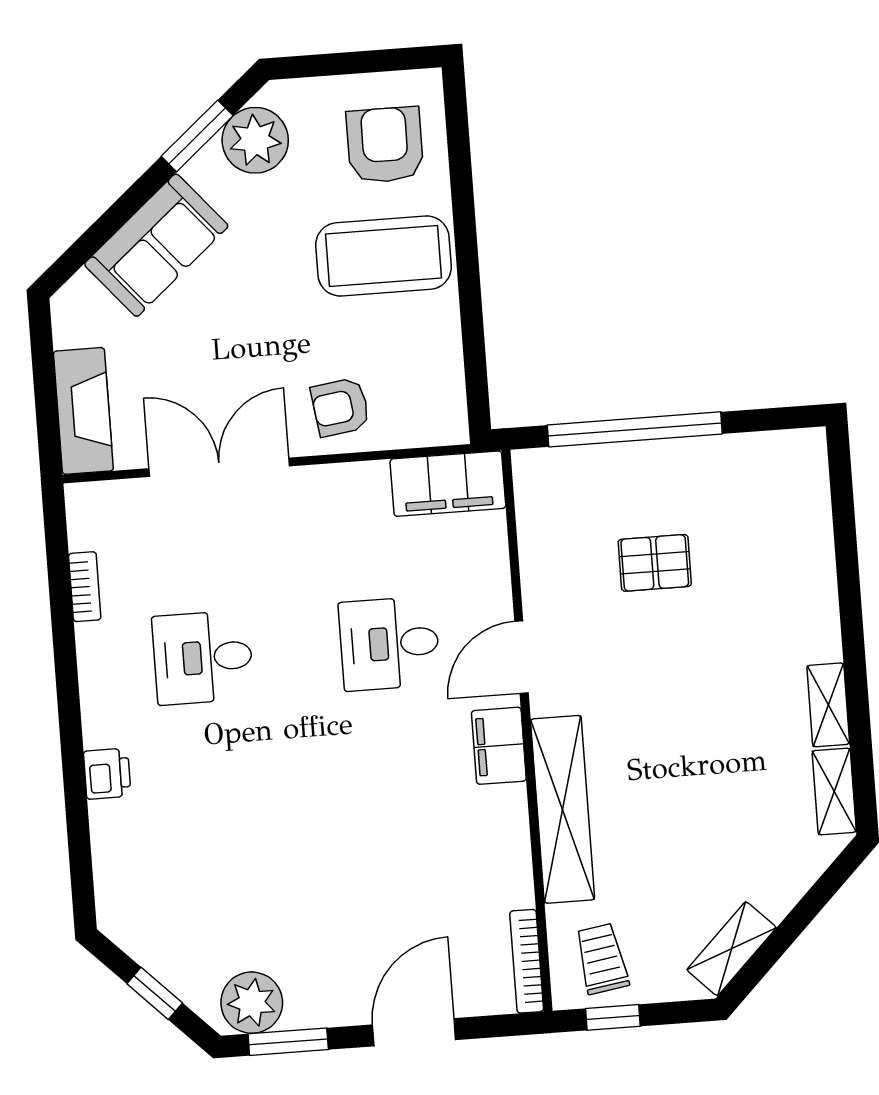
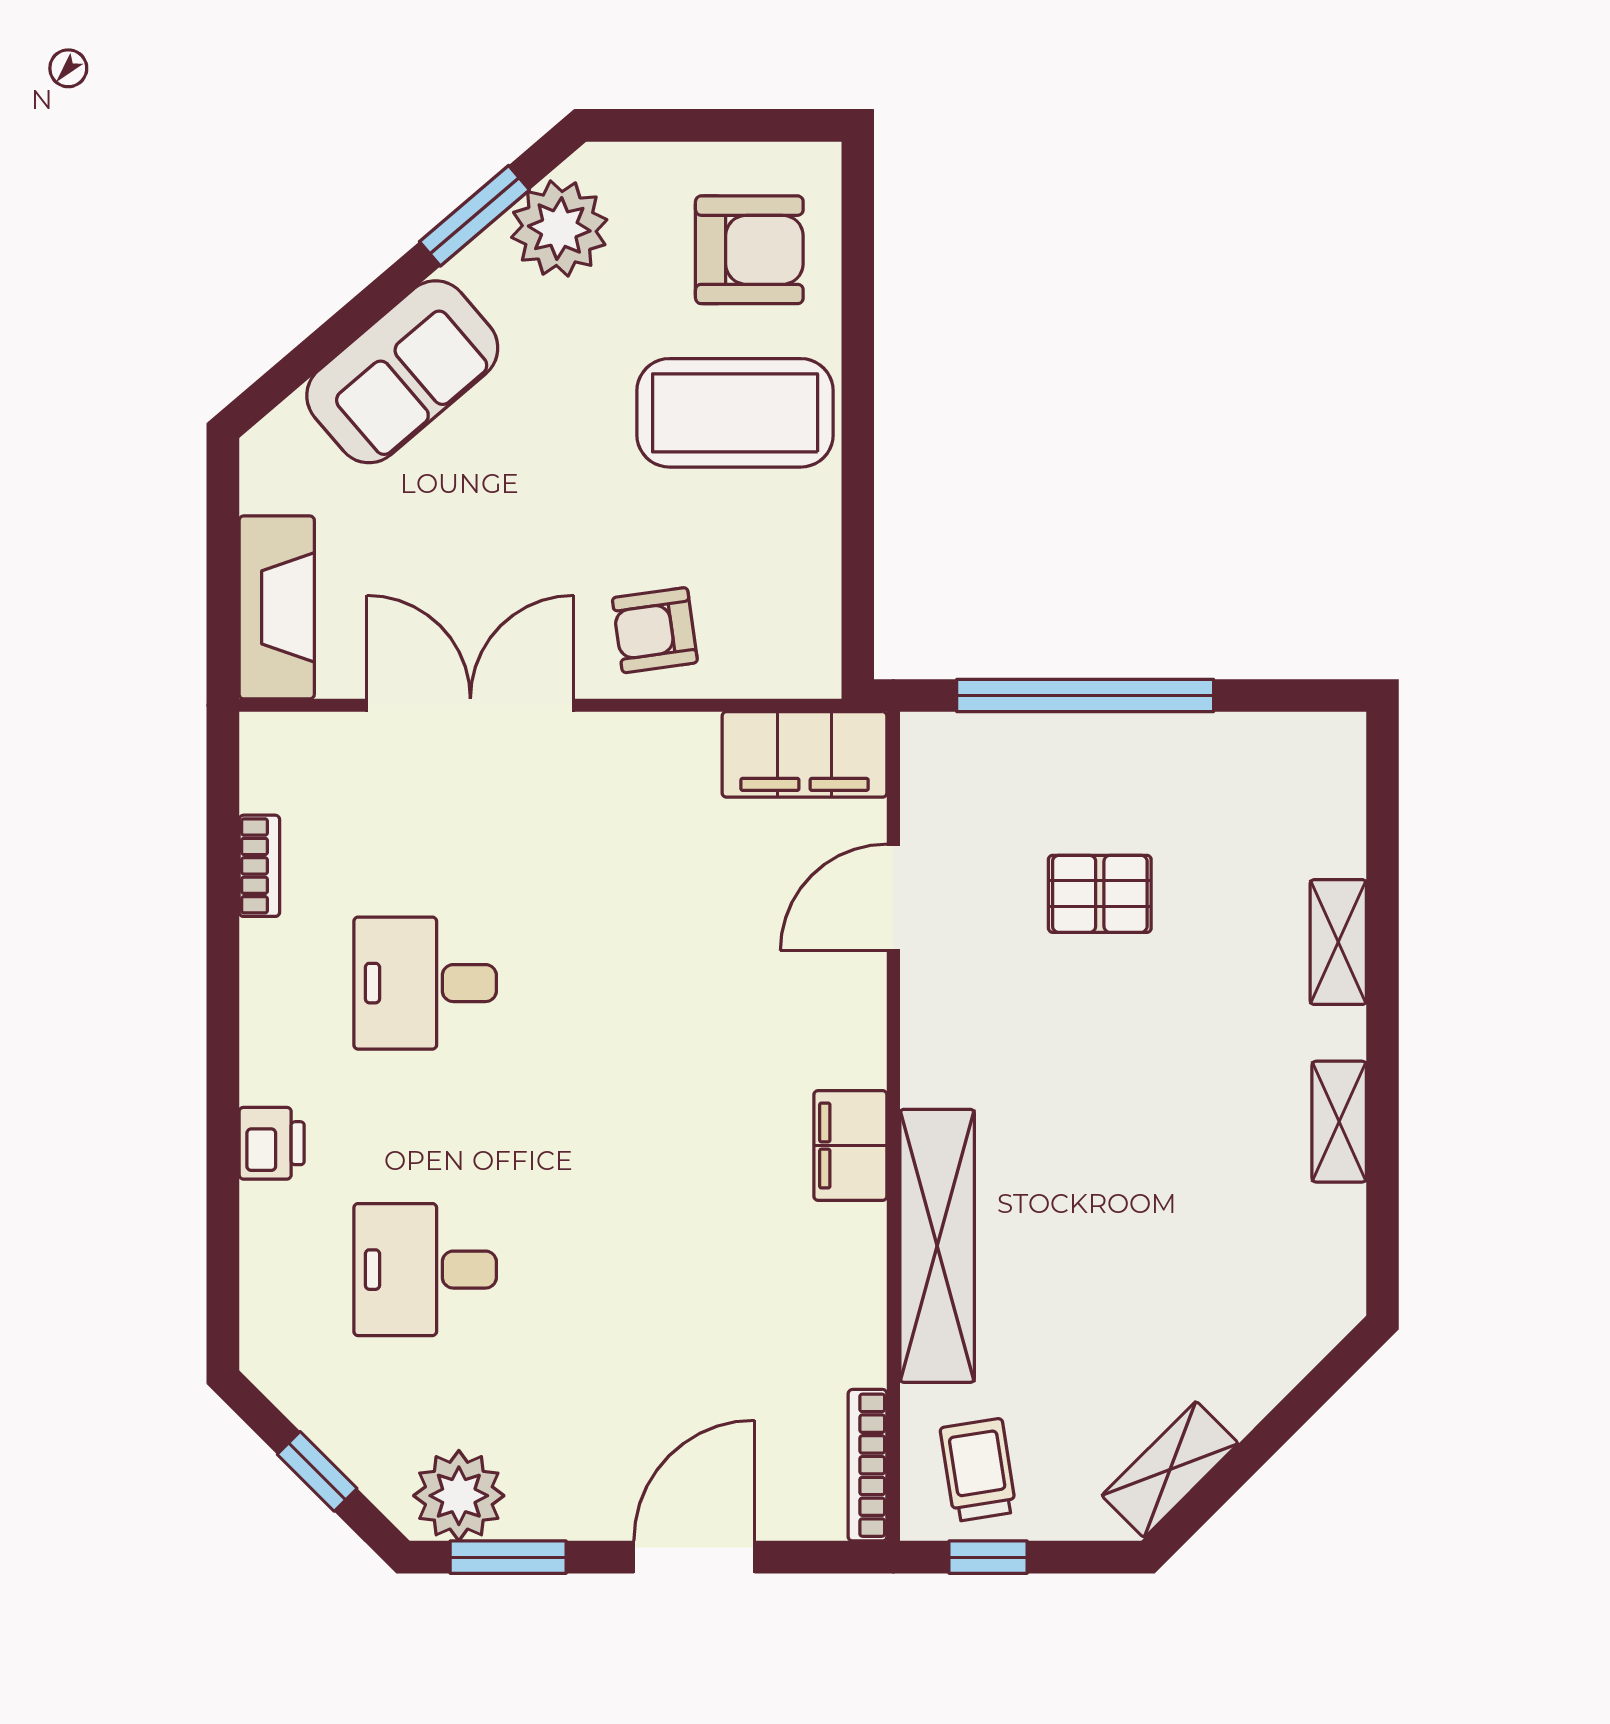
armchair: (385, 145) -> (749, 250), turned 90
desk: (389, 644) -> (425, 1270), moved
door: (521, 657) -> (893, 897), moved
shelving: (834, 791) -> (1338, 942), moved

